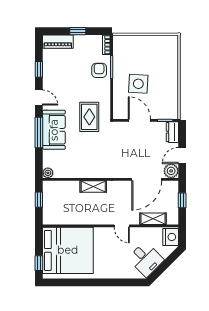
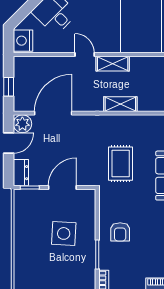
armchair: (99, 70) -> (120, 232), moved
rug: (89, 117) -> (121, 164), moved
door: (139, 120) -> (62, 187), swing flipped
shelving: (153, 219) -> (113, 64), moved

